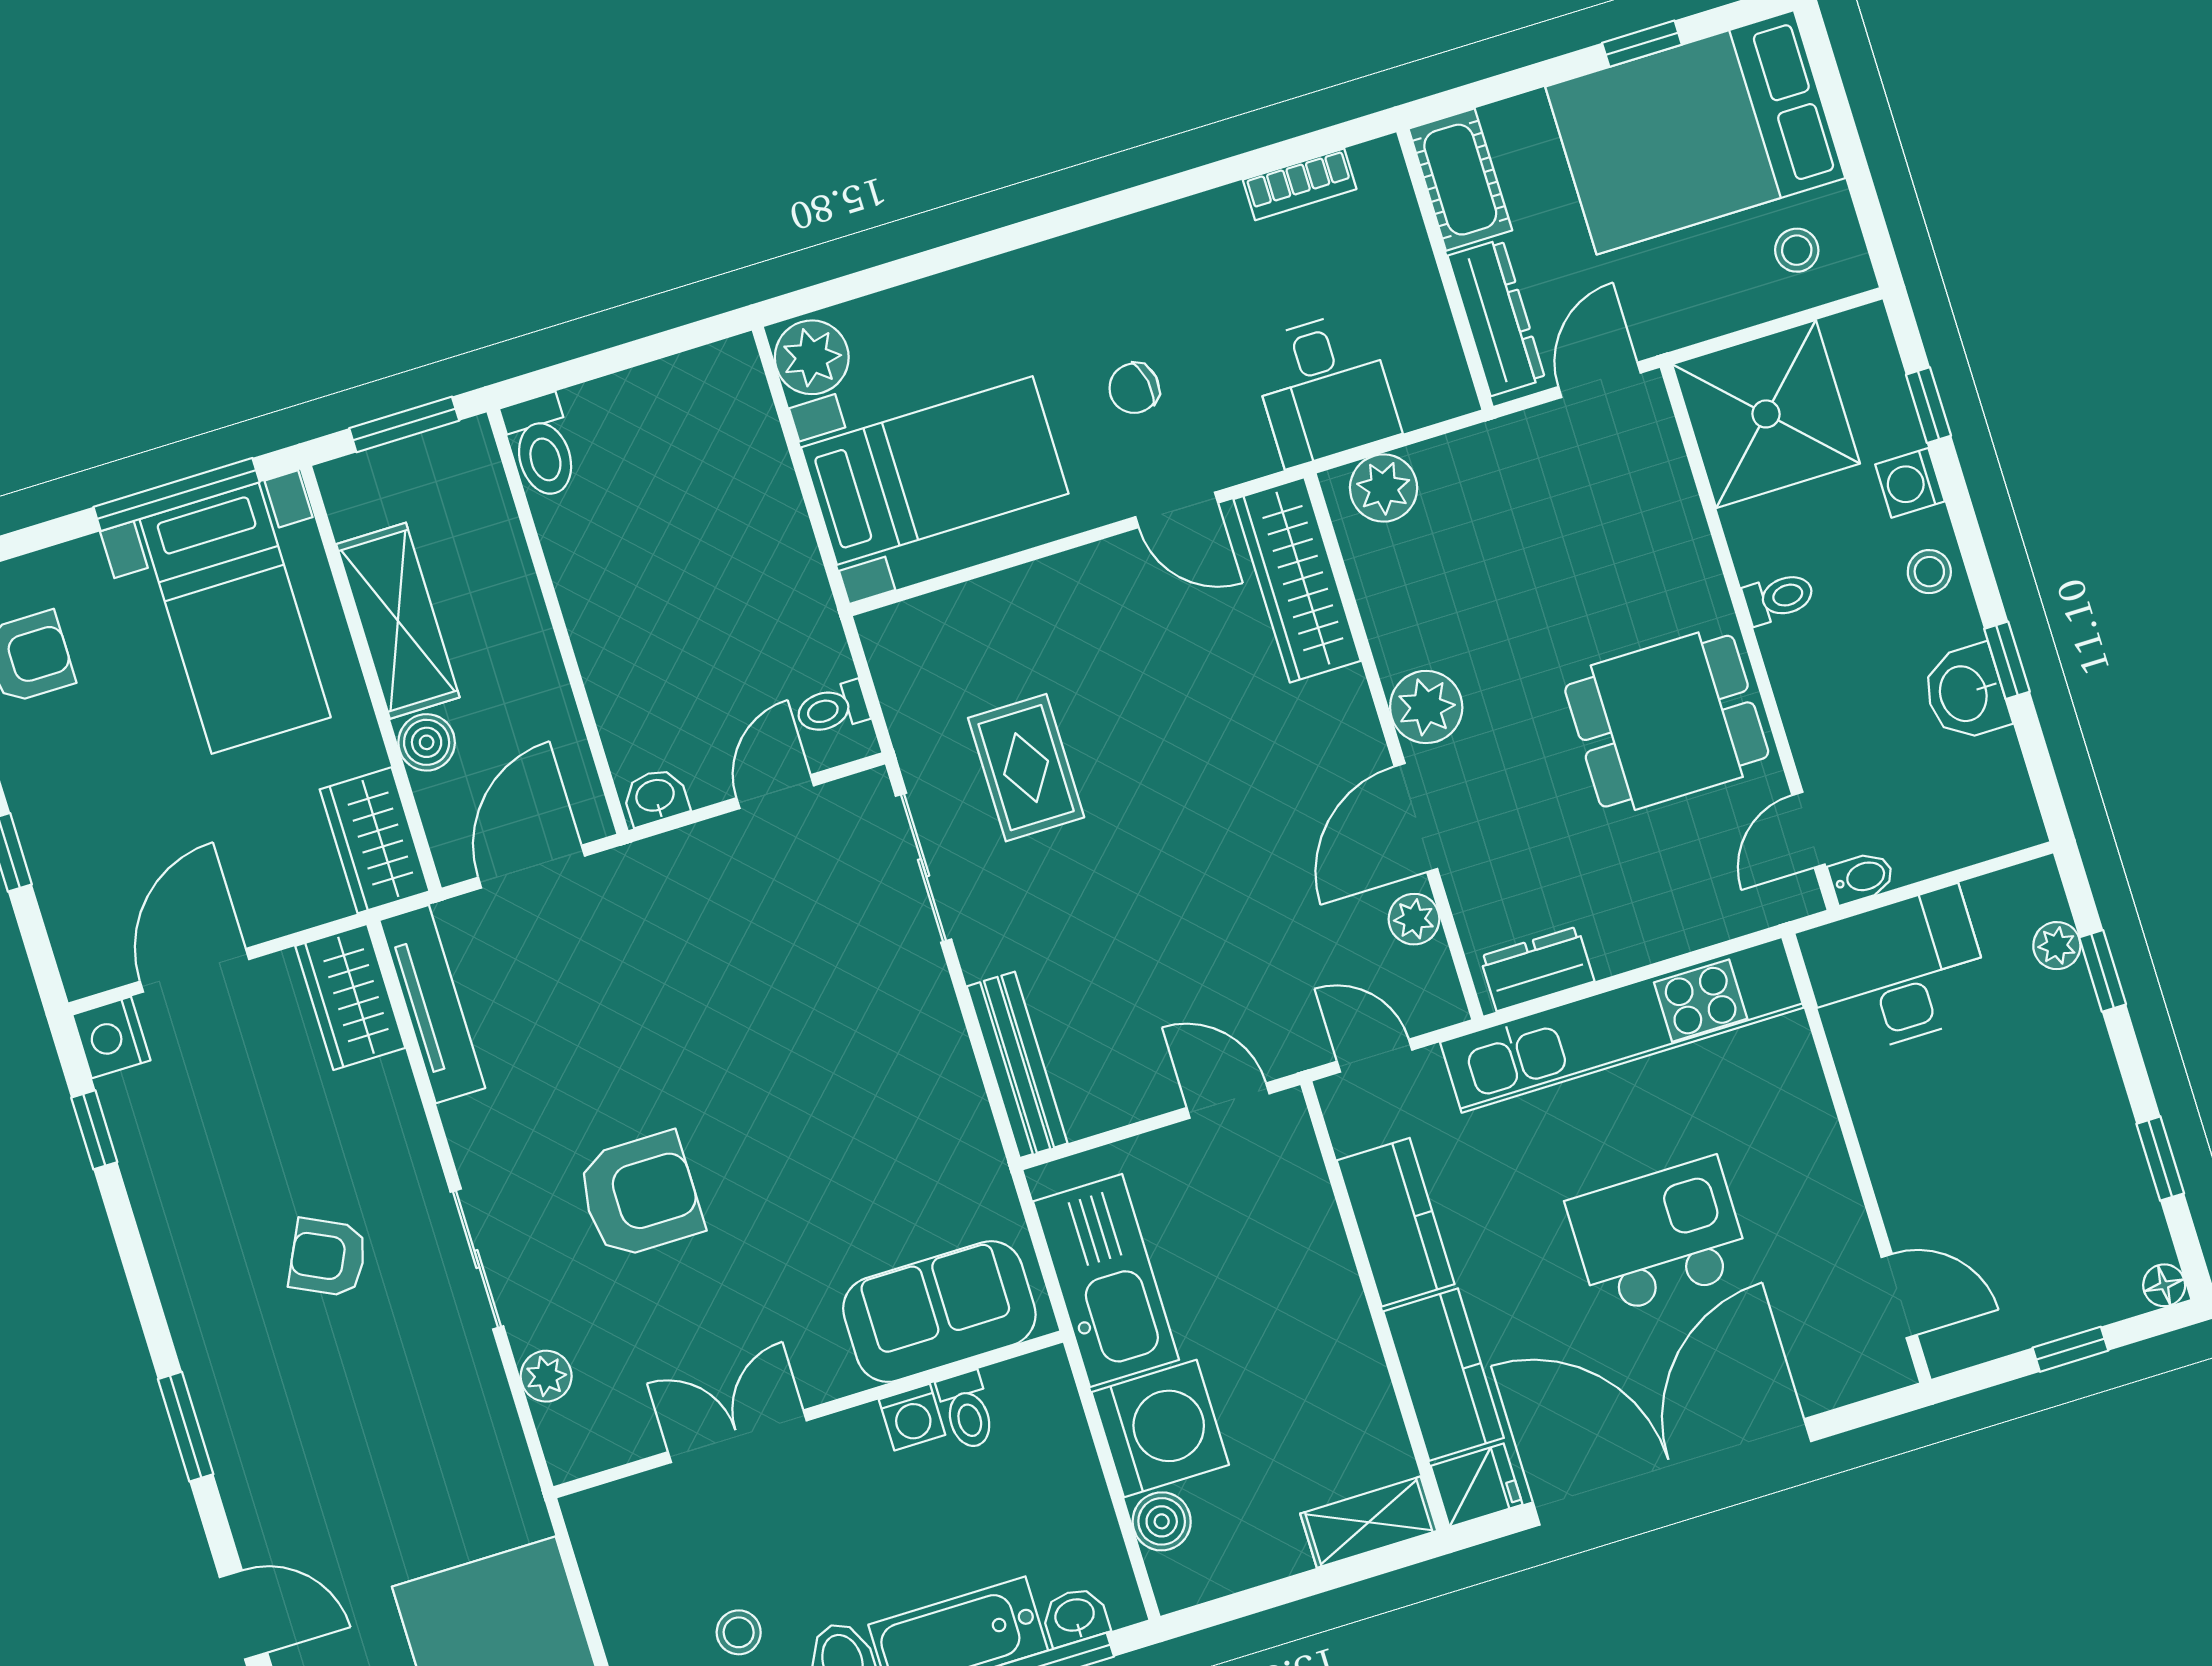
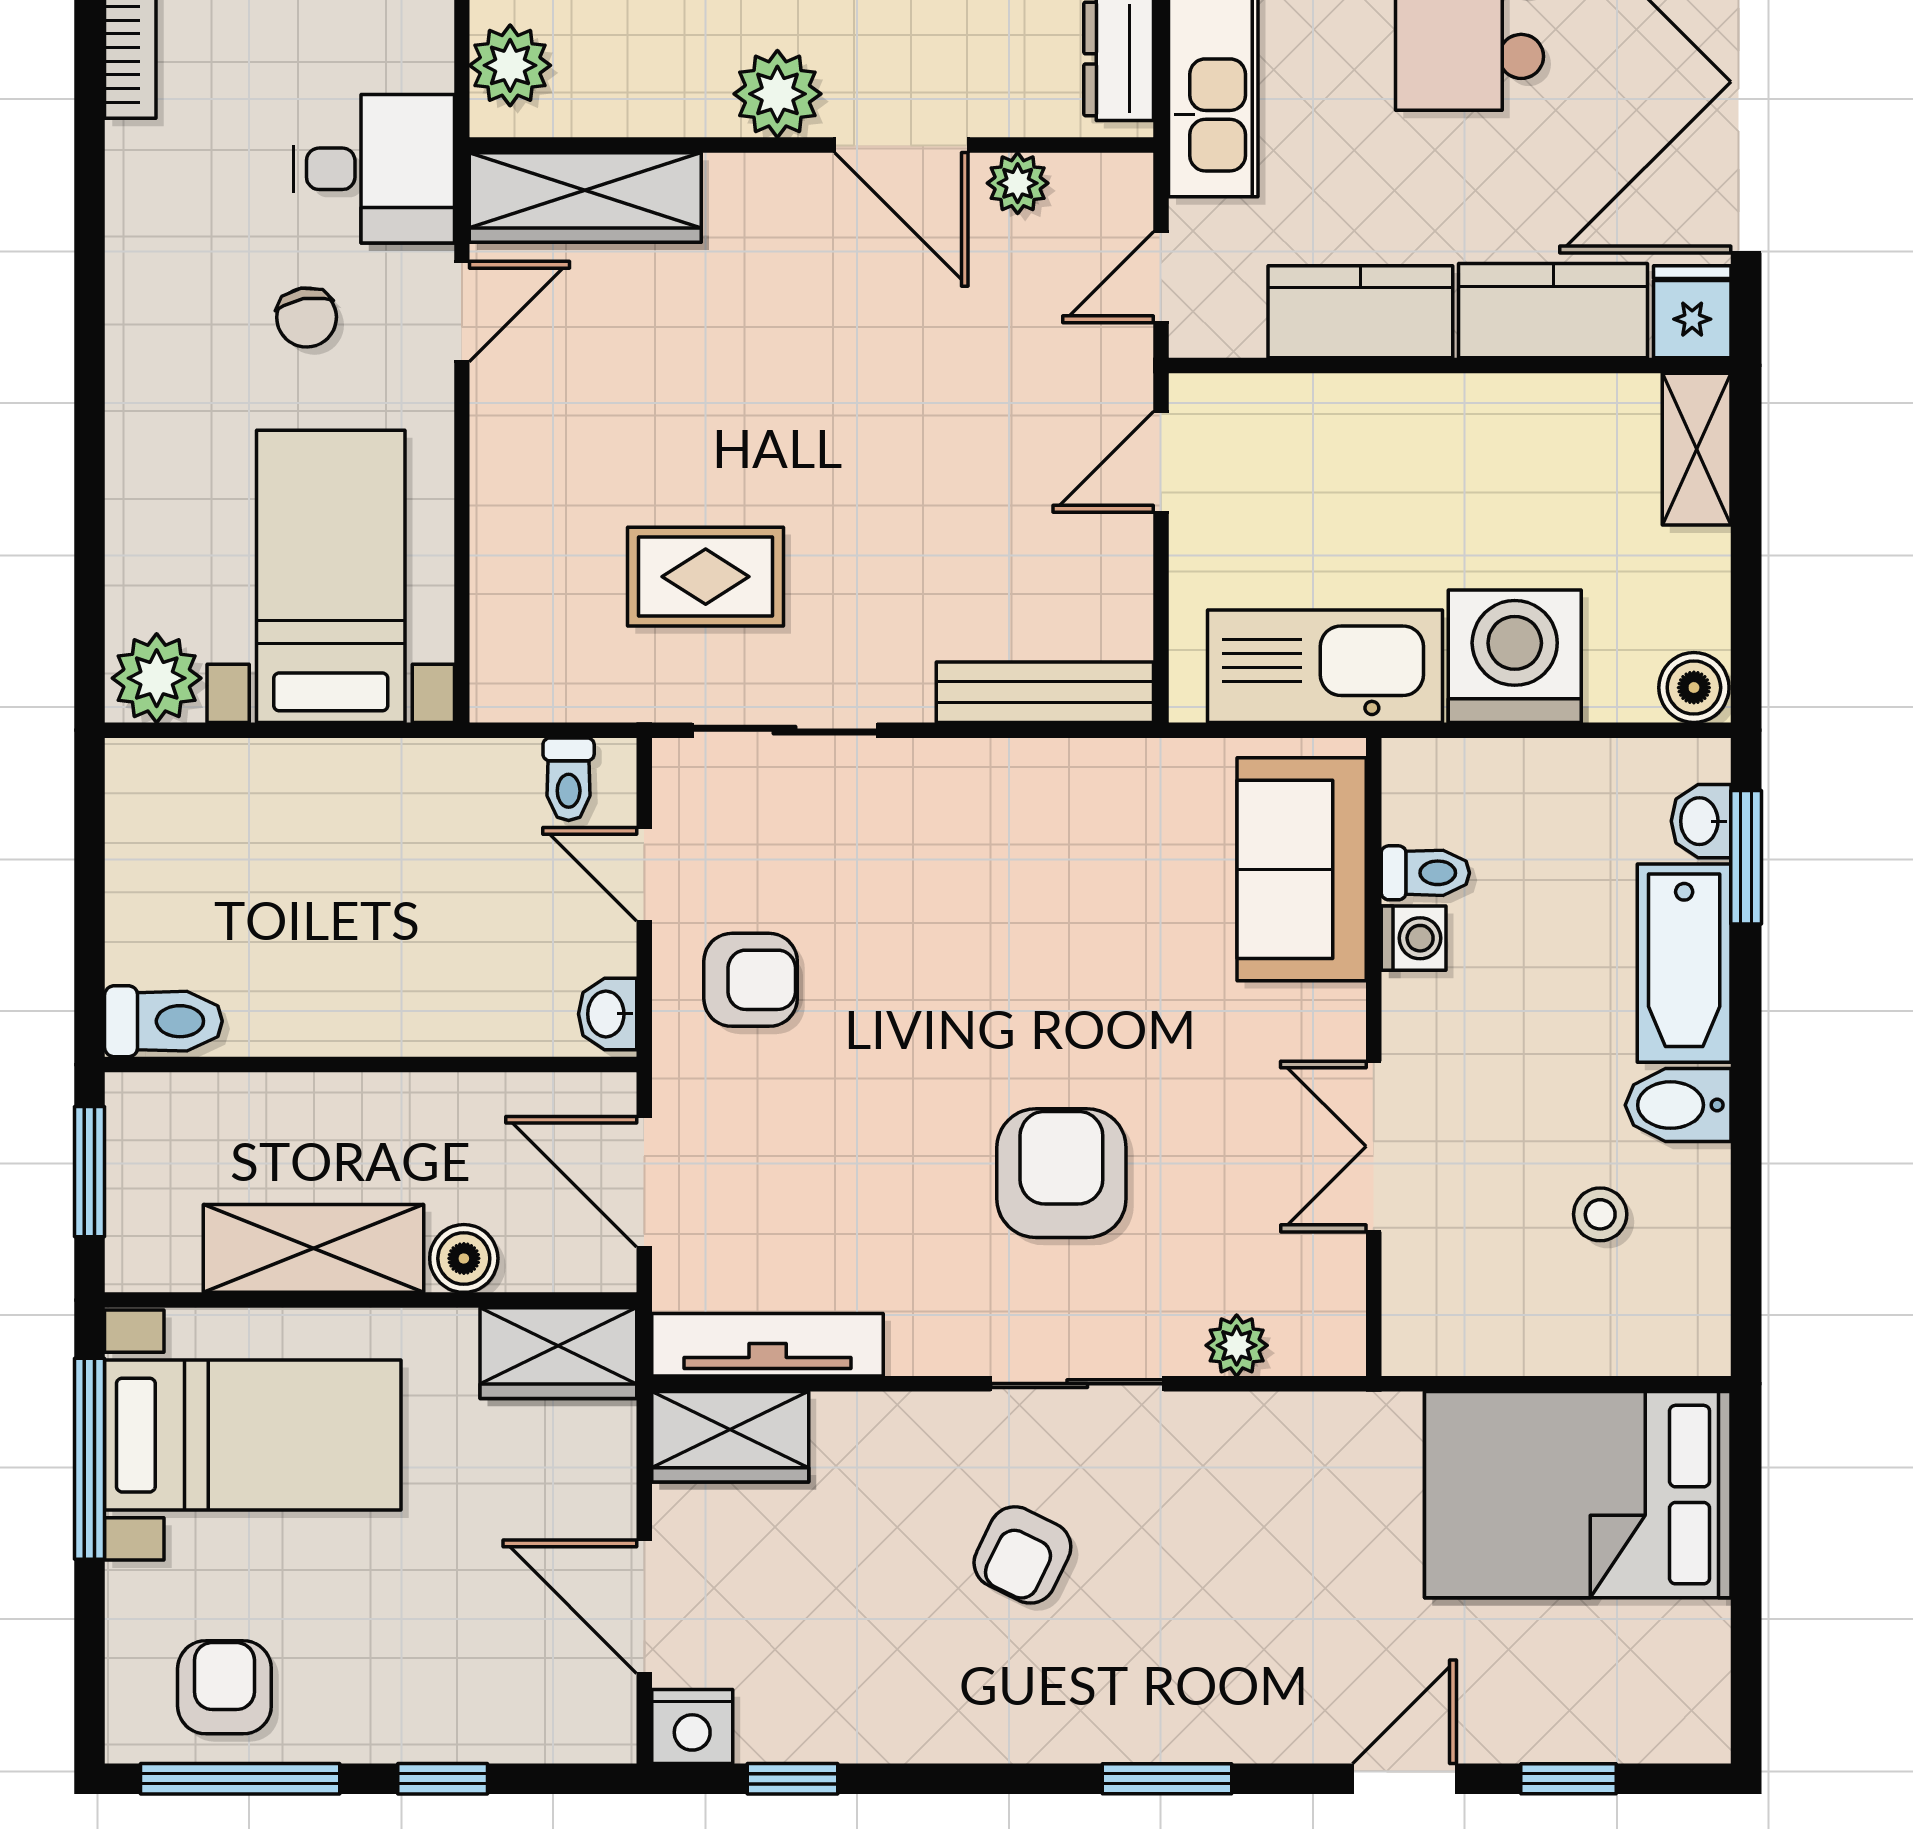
desk: (1324, 388) -> (374, 169), moved
armchair: (717, 902) -> (751, 980), added
boiler: (1162, 1521) -> (1694, 688), moved

